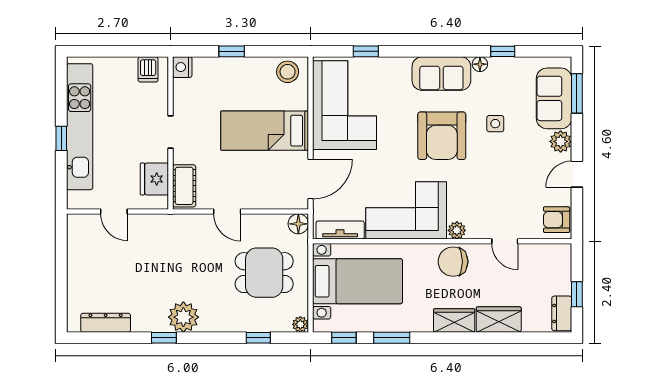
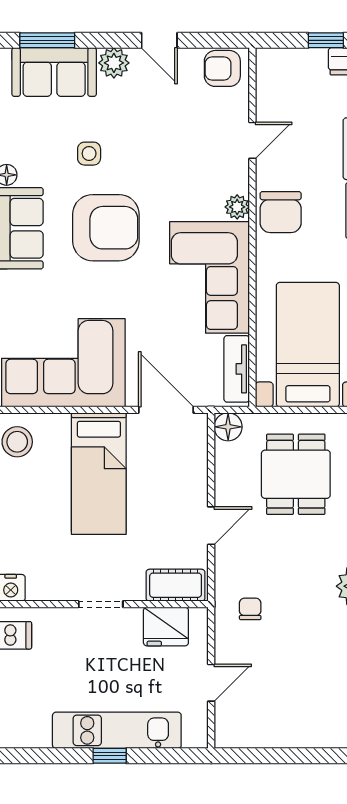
kitchen unit: (80, 127) -> (117, 730), width x0.73
armchair: (557, 220) -> (222, 68), turned 90
chair: (167, 240) -> (250, 609), added

